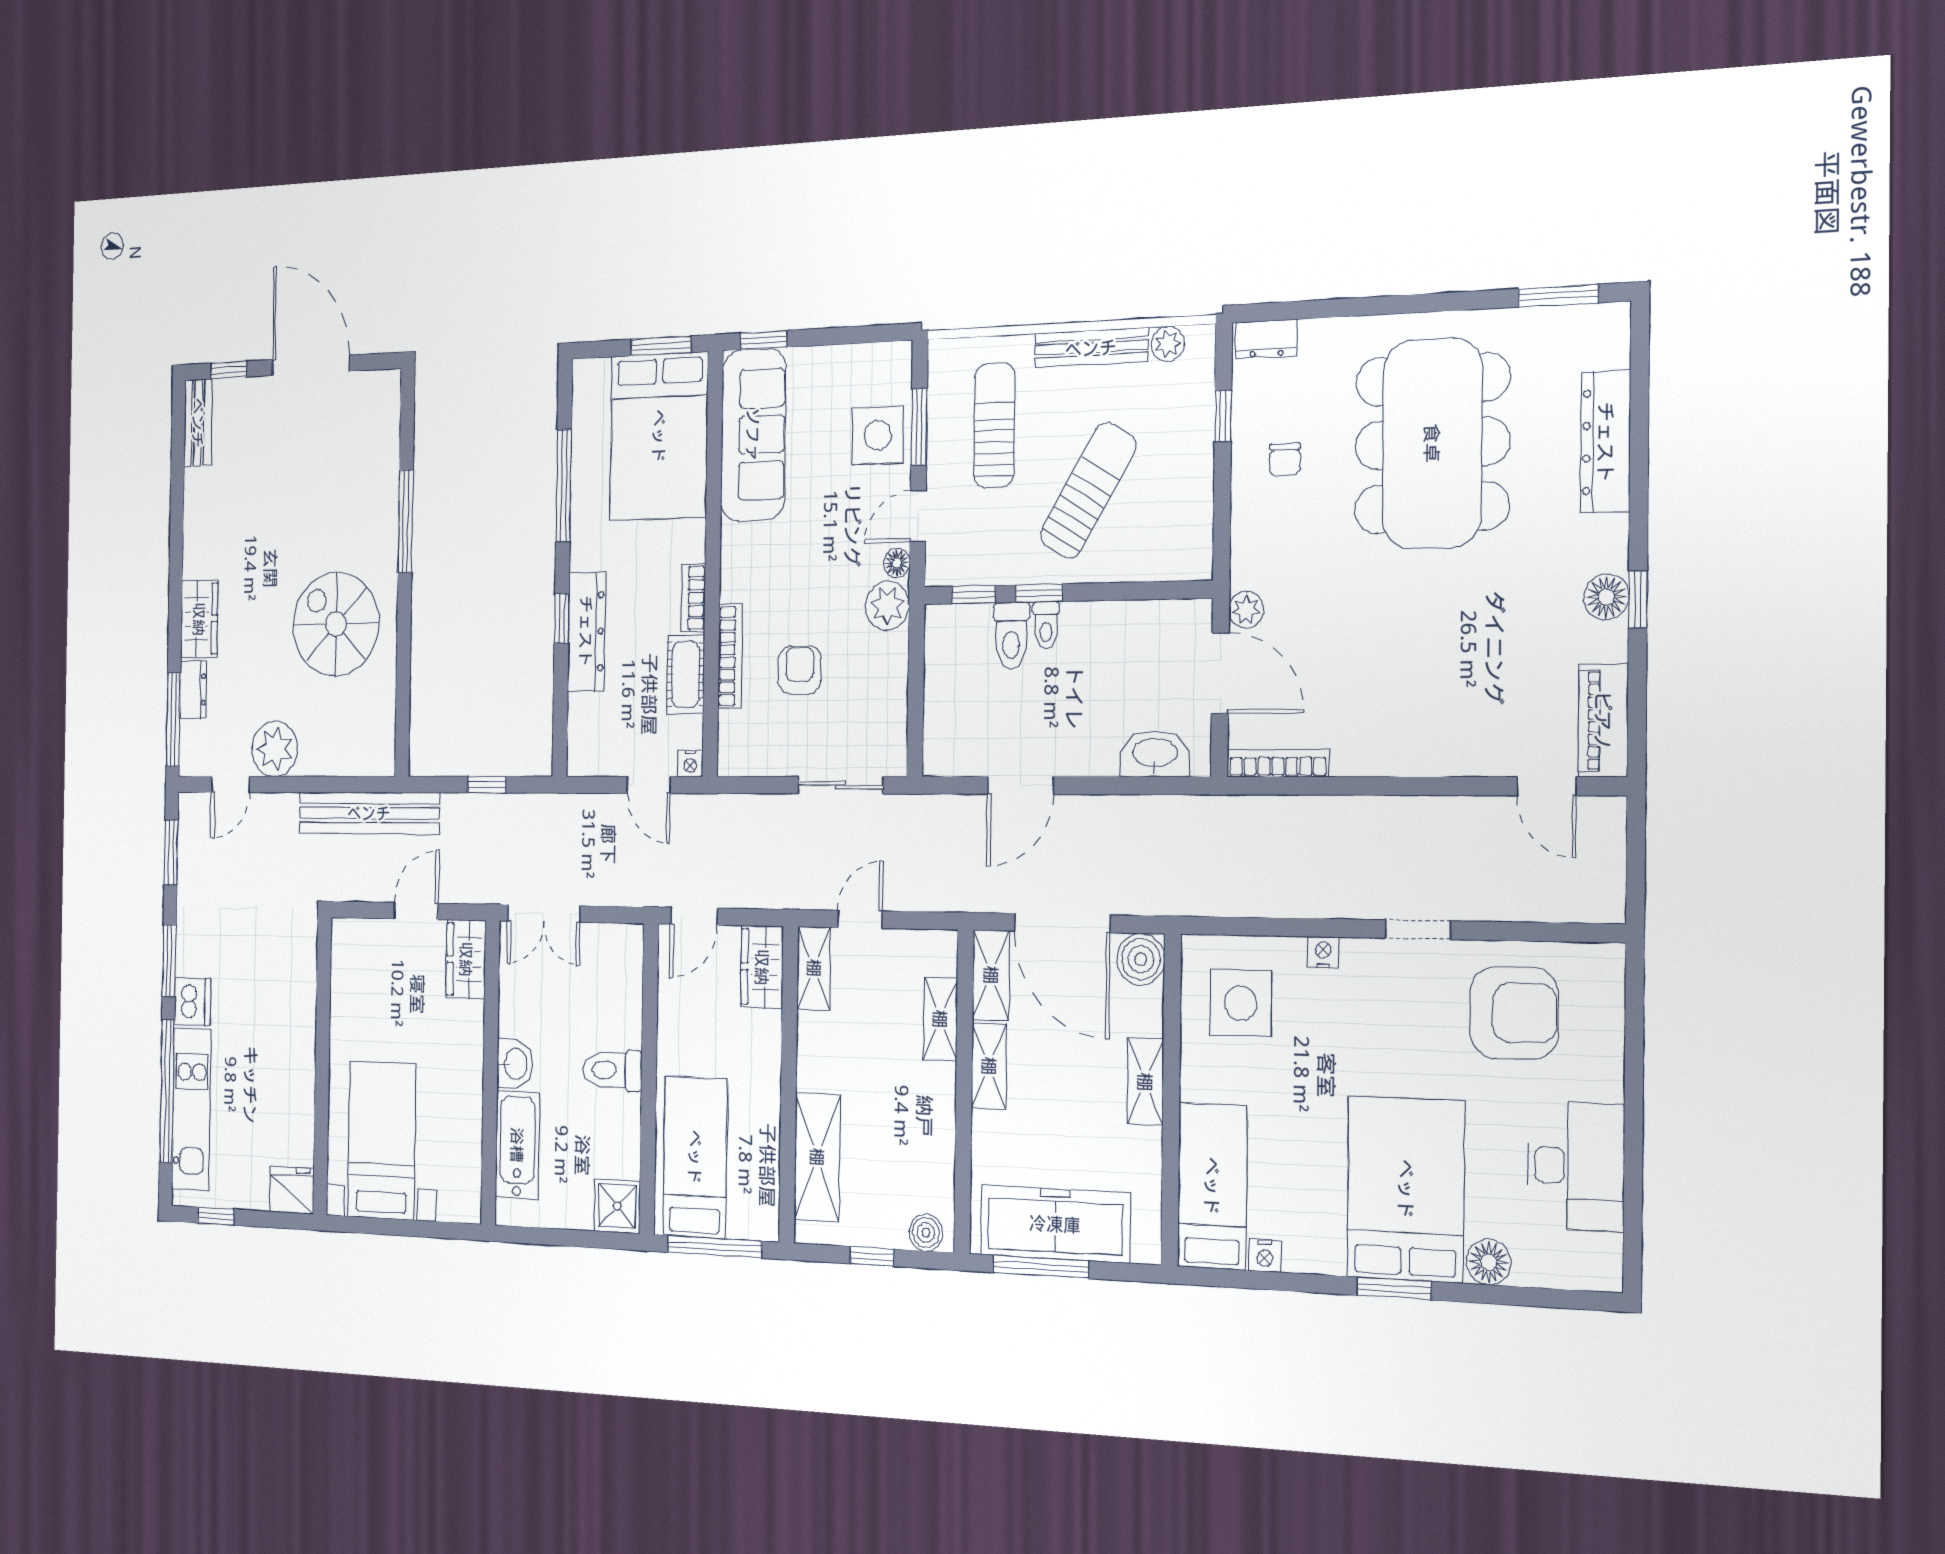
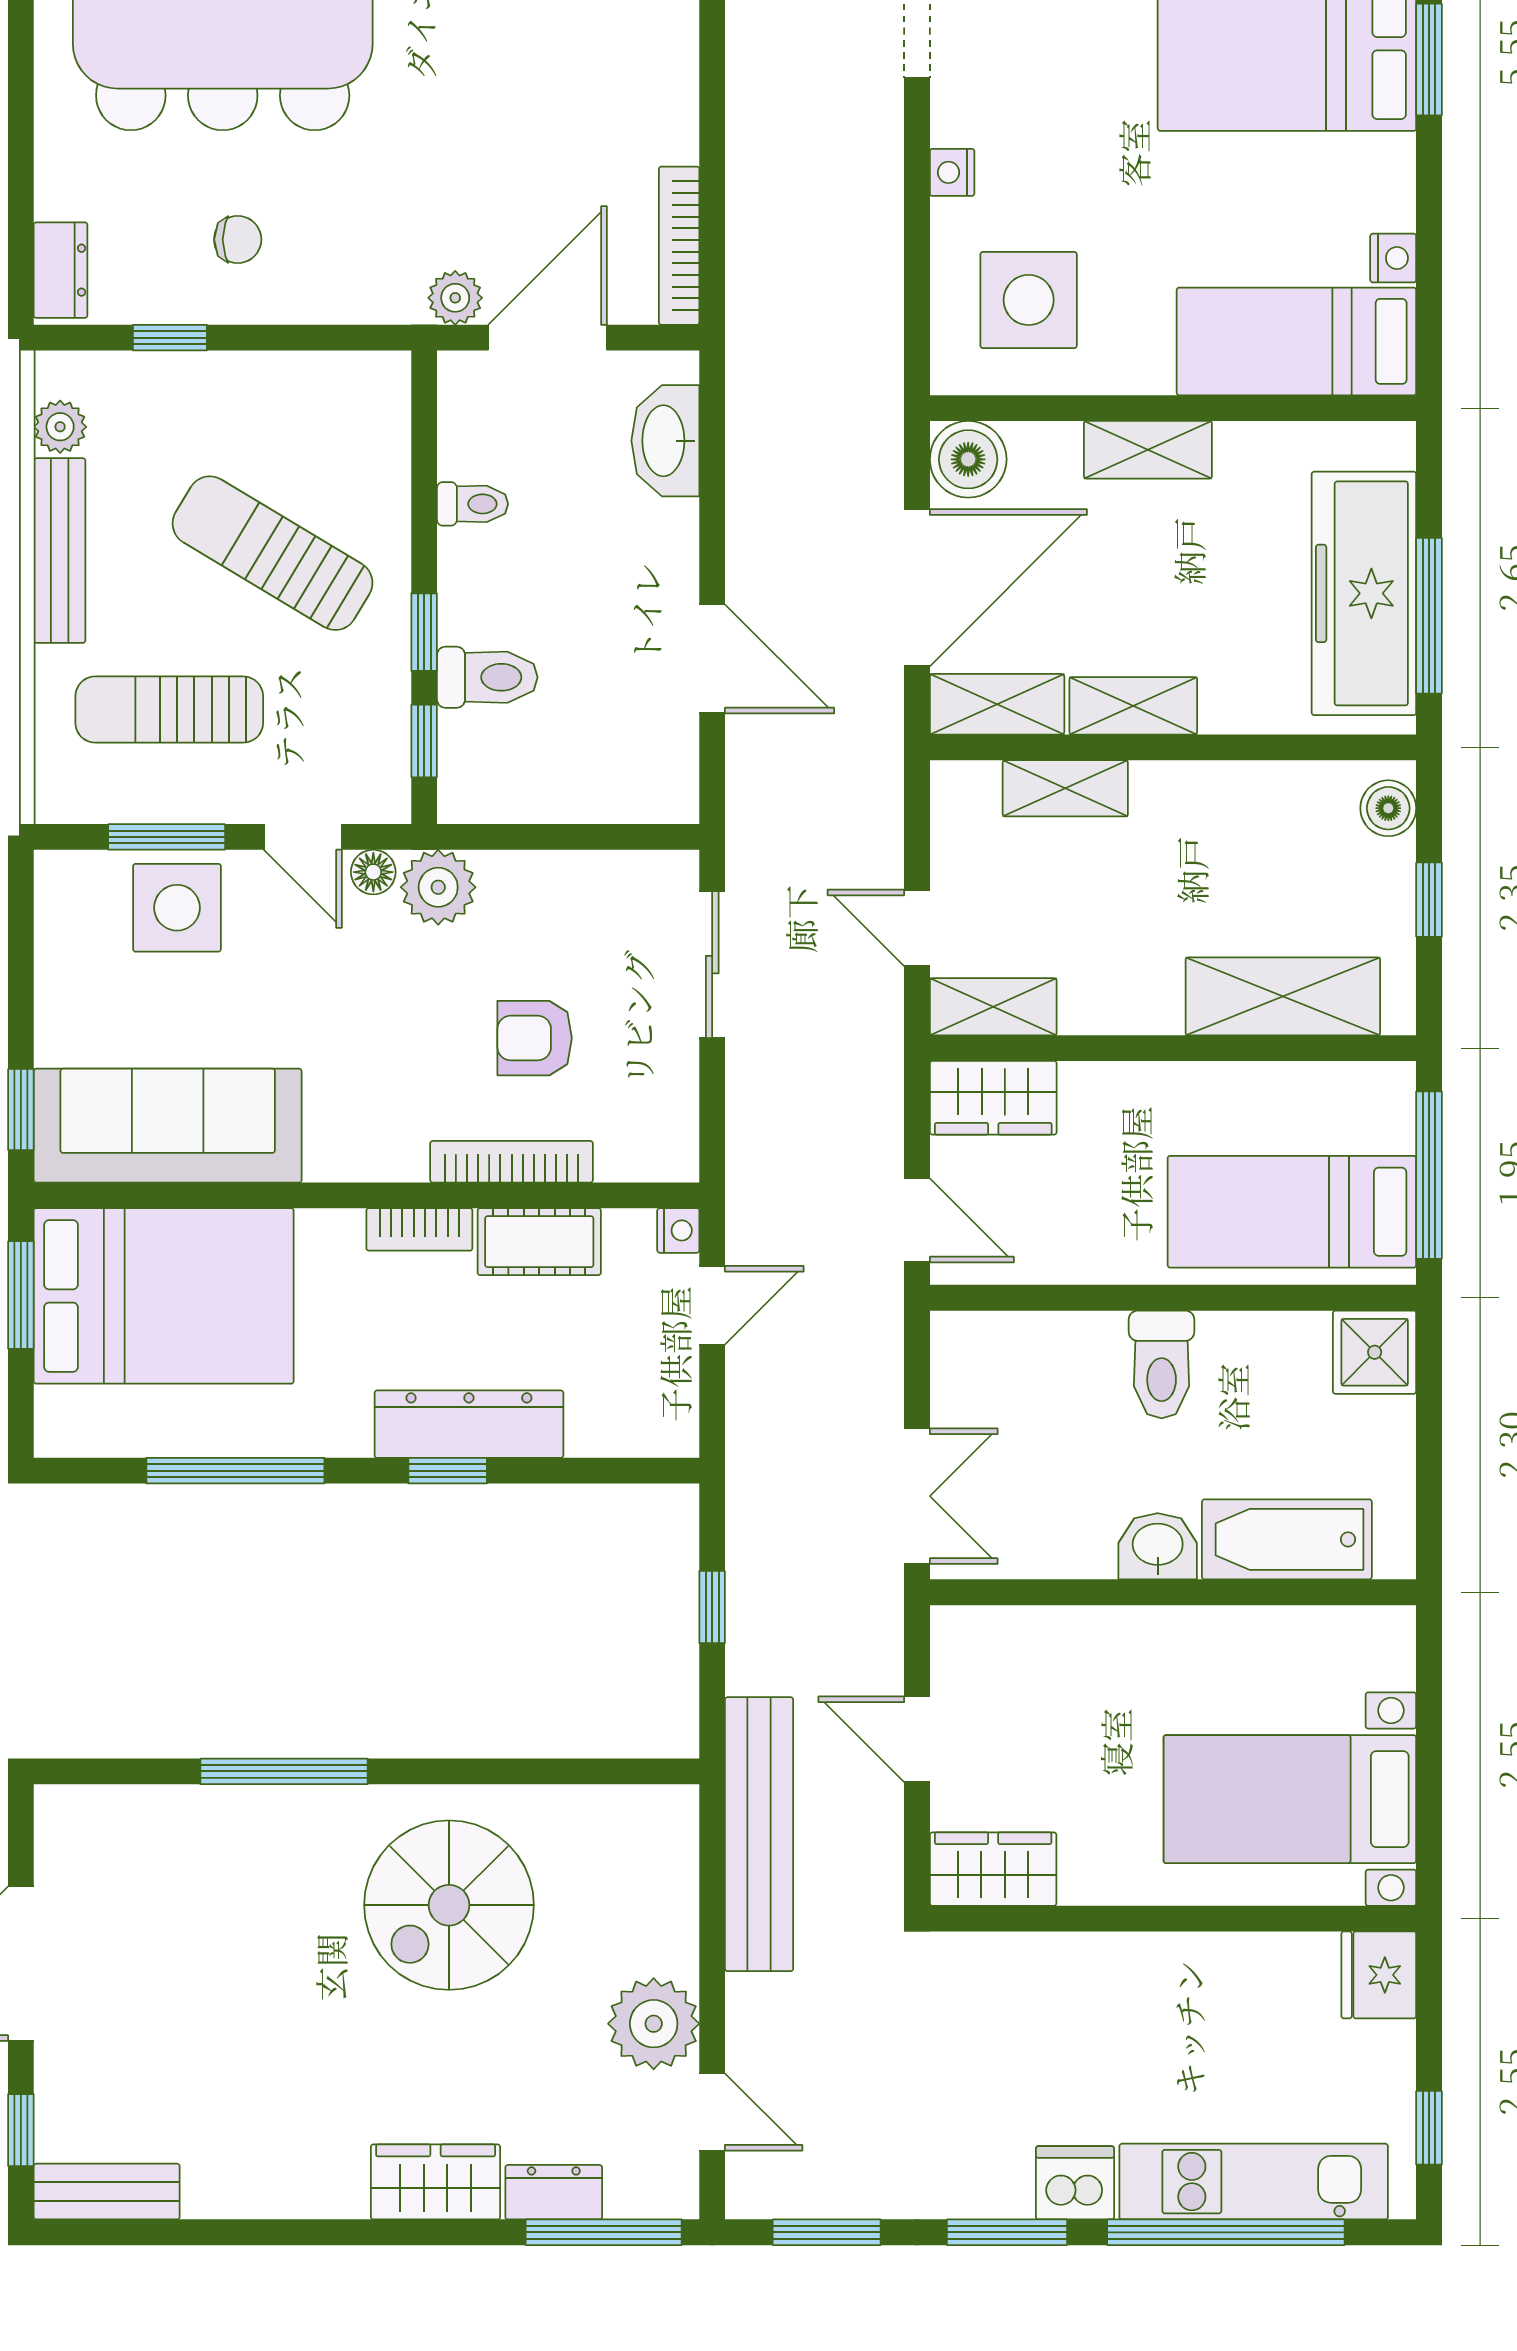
toilet: (1046, 625) -> (473, 504), moved
wardrobe: (466, 959) -> (993, 1869), moved, turned 180

